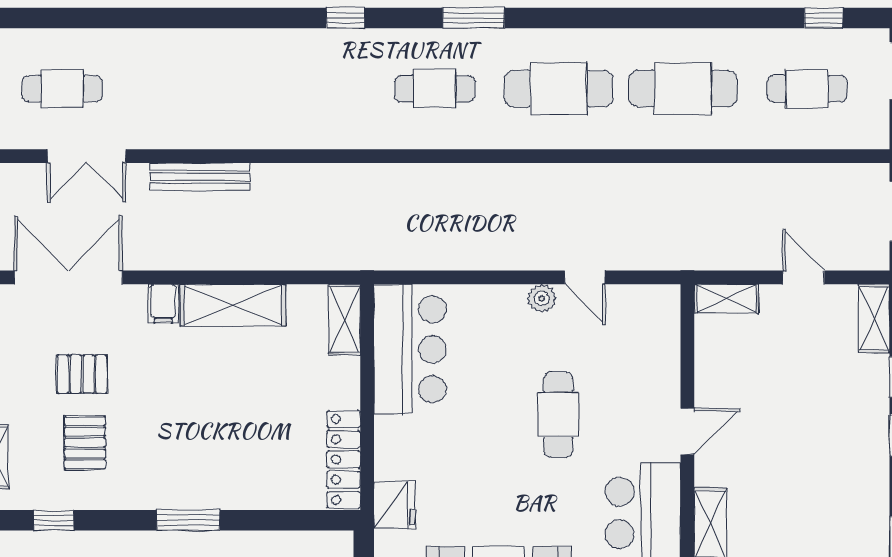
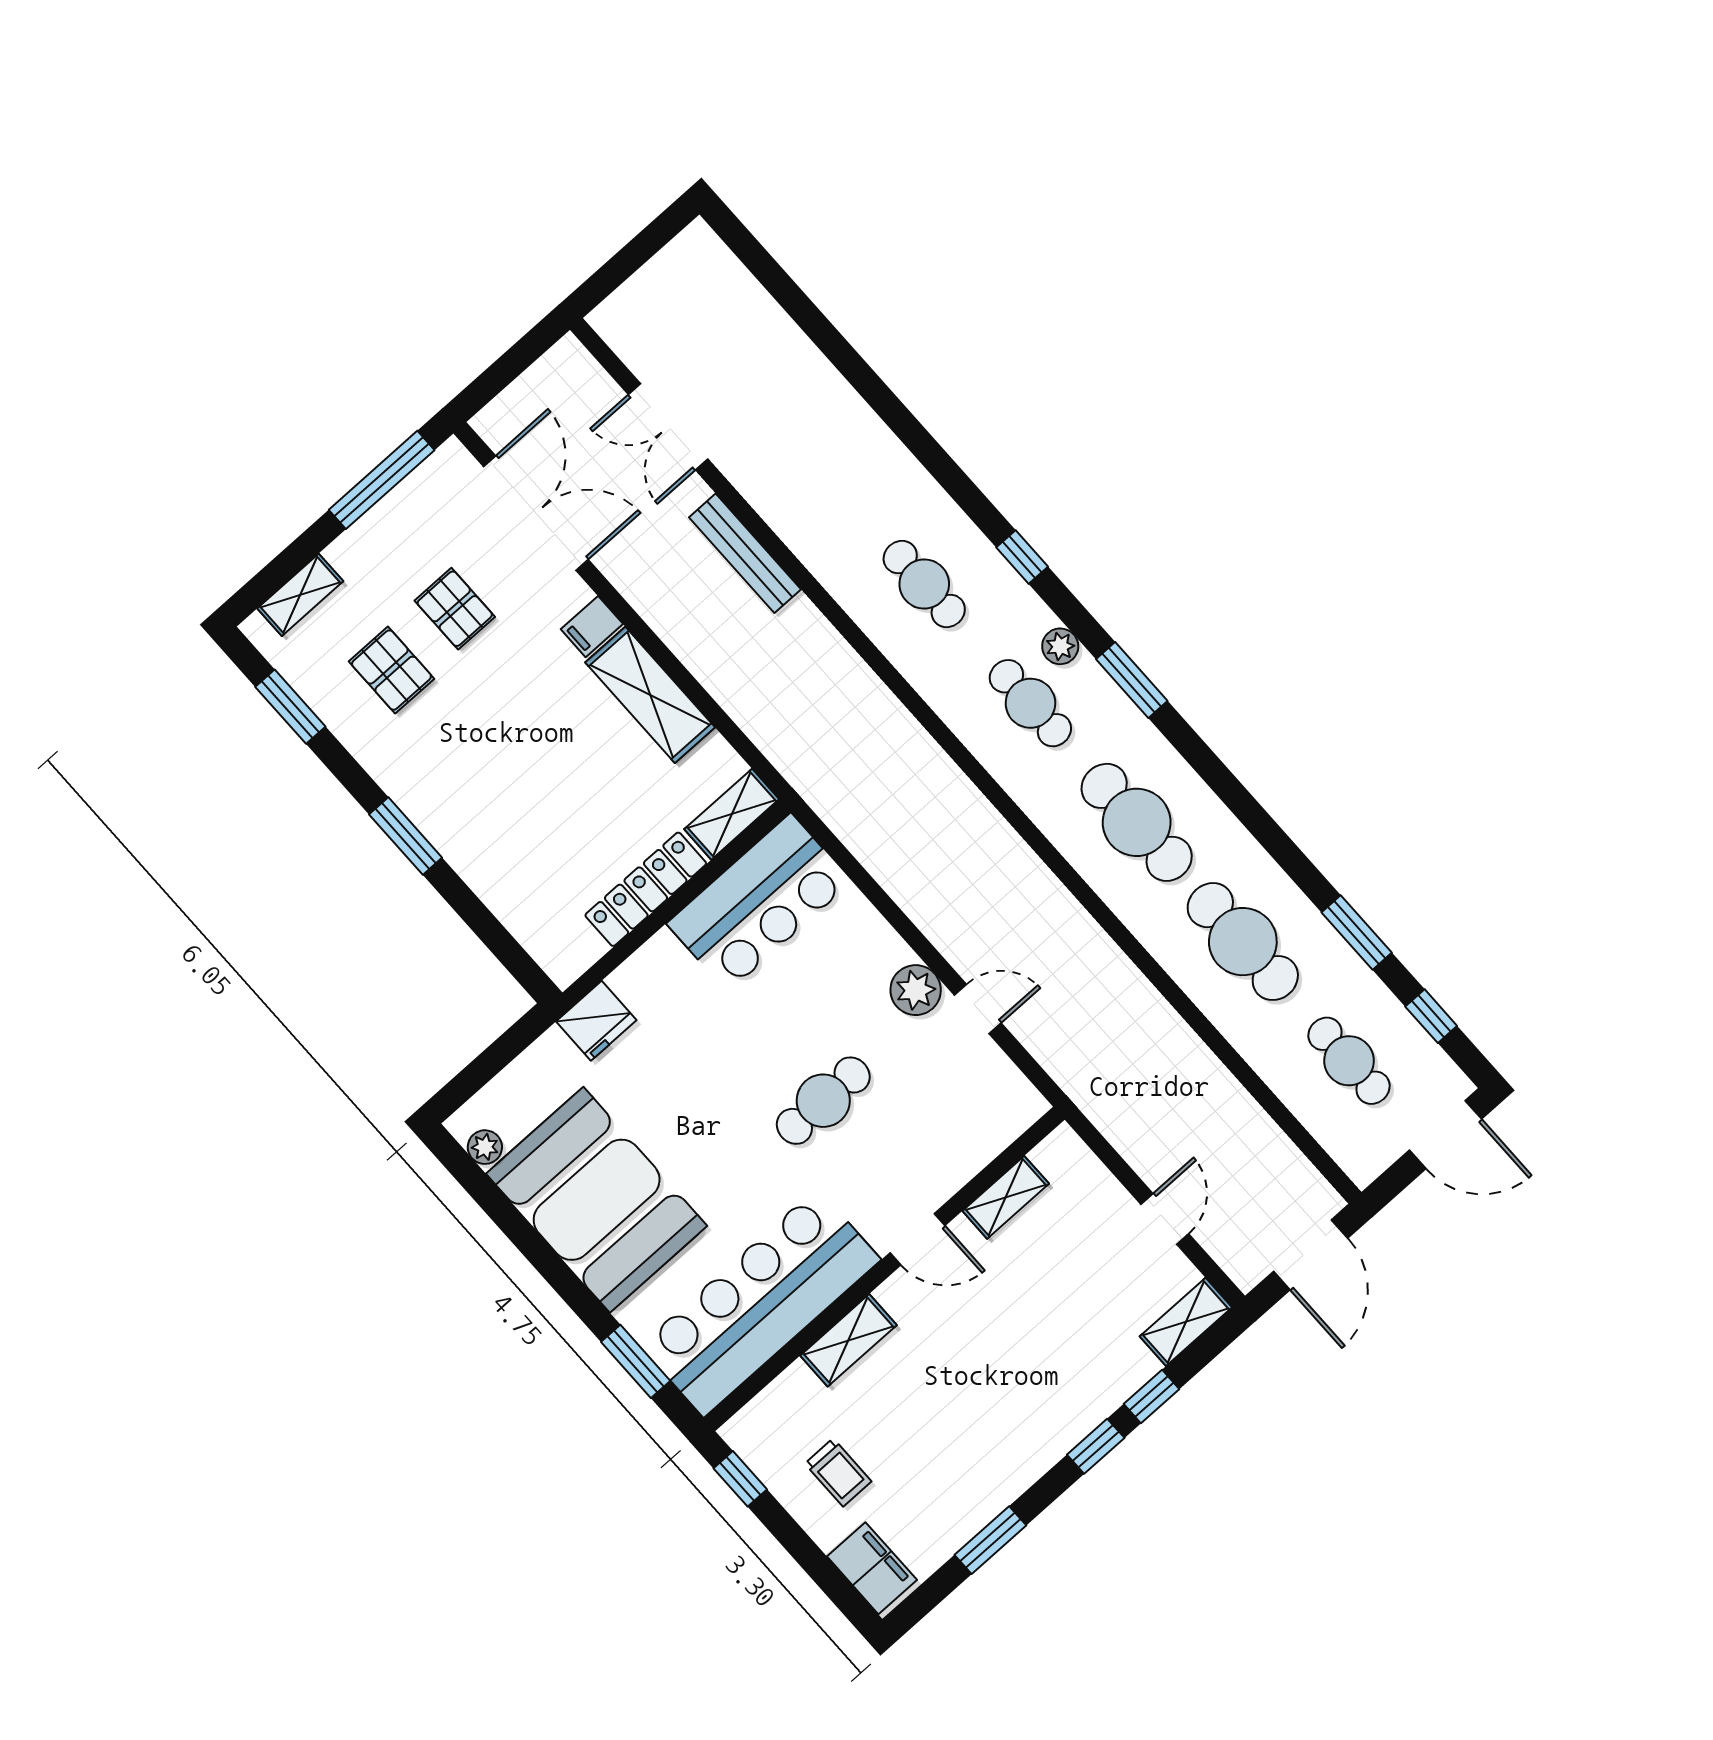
window: (736, 18) -> (1357, 932), added
plant: (417, 42) -> (1060, 646), added
cafe table: (62, 89) -> (924, 584), moved
door: (585, 277) -> (978, 1009), swing flipped
plant: (542, 298) -> (916, 990), width x1.38, depth x1.38
shelving: (726, 299) -> (1006, 1197), moved, turned 90
pallet: (85, 443) -> (391, 670), turned 90
locker: (344, 459) -> (646, 889), moved
window: (54, 520) -> (290, 707), width x1.50

